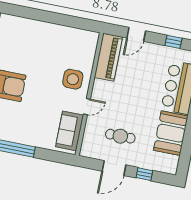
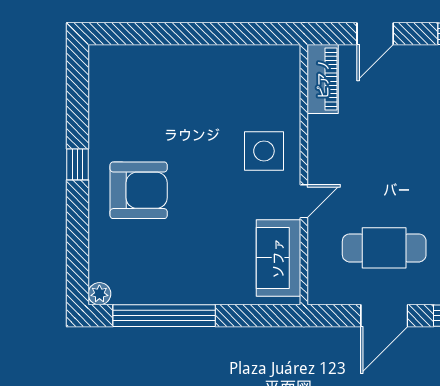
piano: (108, 57) -> (323, 79), width x0.73, depth x0.75
cafe table: (120, 136) -> (384, 248), width x1.37, depth x1.35

